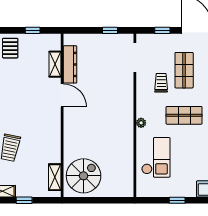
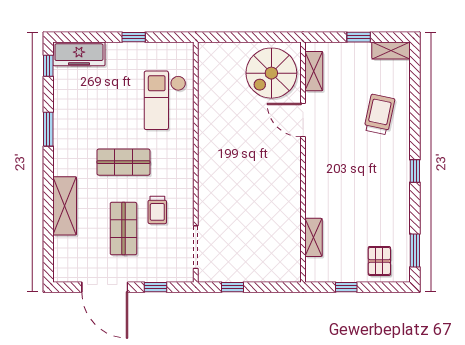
dresser: (70, 64) -> (291, 237), removed
door: (62, 95) -> (303, 120), moved
plant: (141, 123) -> (187, 151), removed

